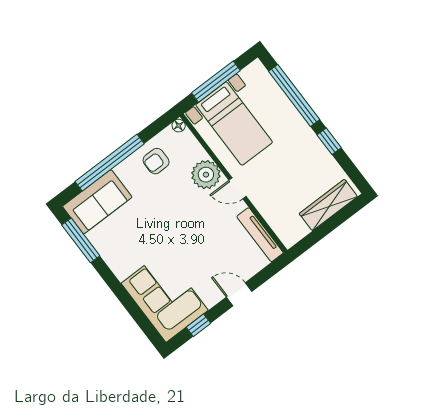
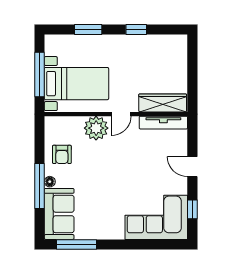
window: (294, 95) -> (88, 29), width x0.47
floor lamp: (179, 126) -> (50, 182), moved
window: (110, 163) -> (39, 186), width x0.68
wardrobe: (328, 205) -> (163, 103), moved, turned 90
door: (239, 294) -> (192, 167), hinge flipped

